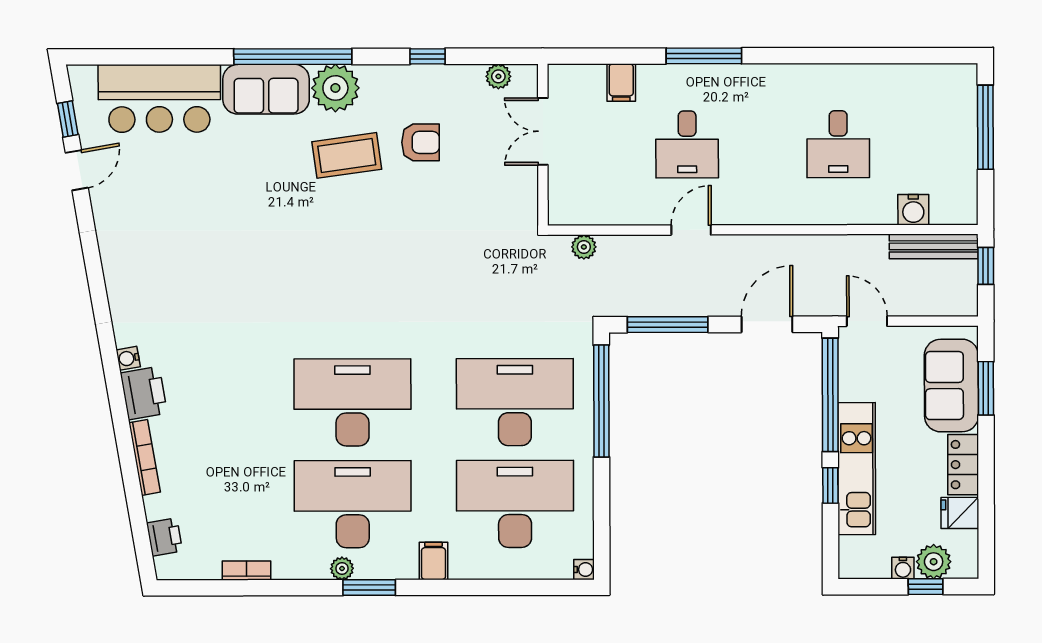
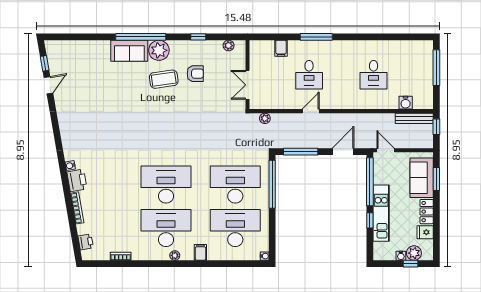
bar counter: (159, 98) -> (84, 55), removed
double door: (543, 131) -> (247, 85), moved
plant: (342, 568) -> (175, 255), moved
window: (369, 588) -> (173, 264), removed

